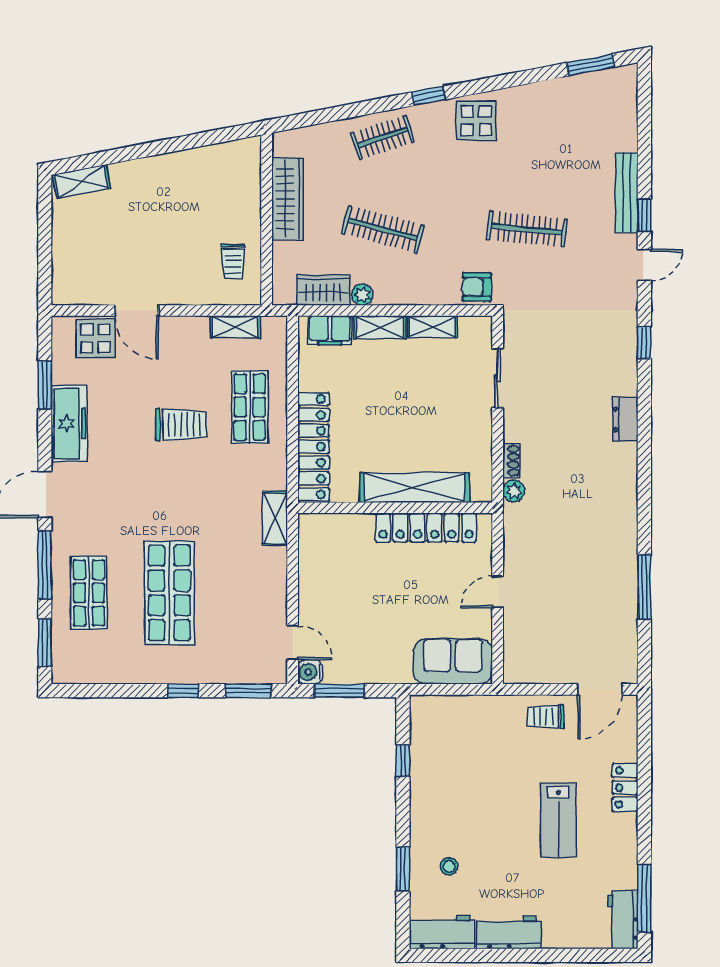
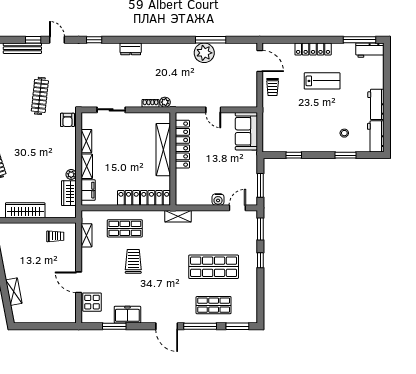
shelving: (81, 182) -> (14, 292), moved
clothes rail: (383, 229) -> (40, 165), removed
door: (137, 310) -> (79, 282), swing flipped
freezer: (69, 424) -> (127, 315), width x0.71
plant: (617, 573) -> (204, 53), added
water cooler: (310, 672) -> (218, 200), moved
locker: (625, 788) -> (313, 49), width x1.53

